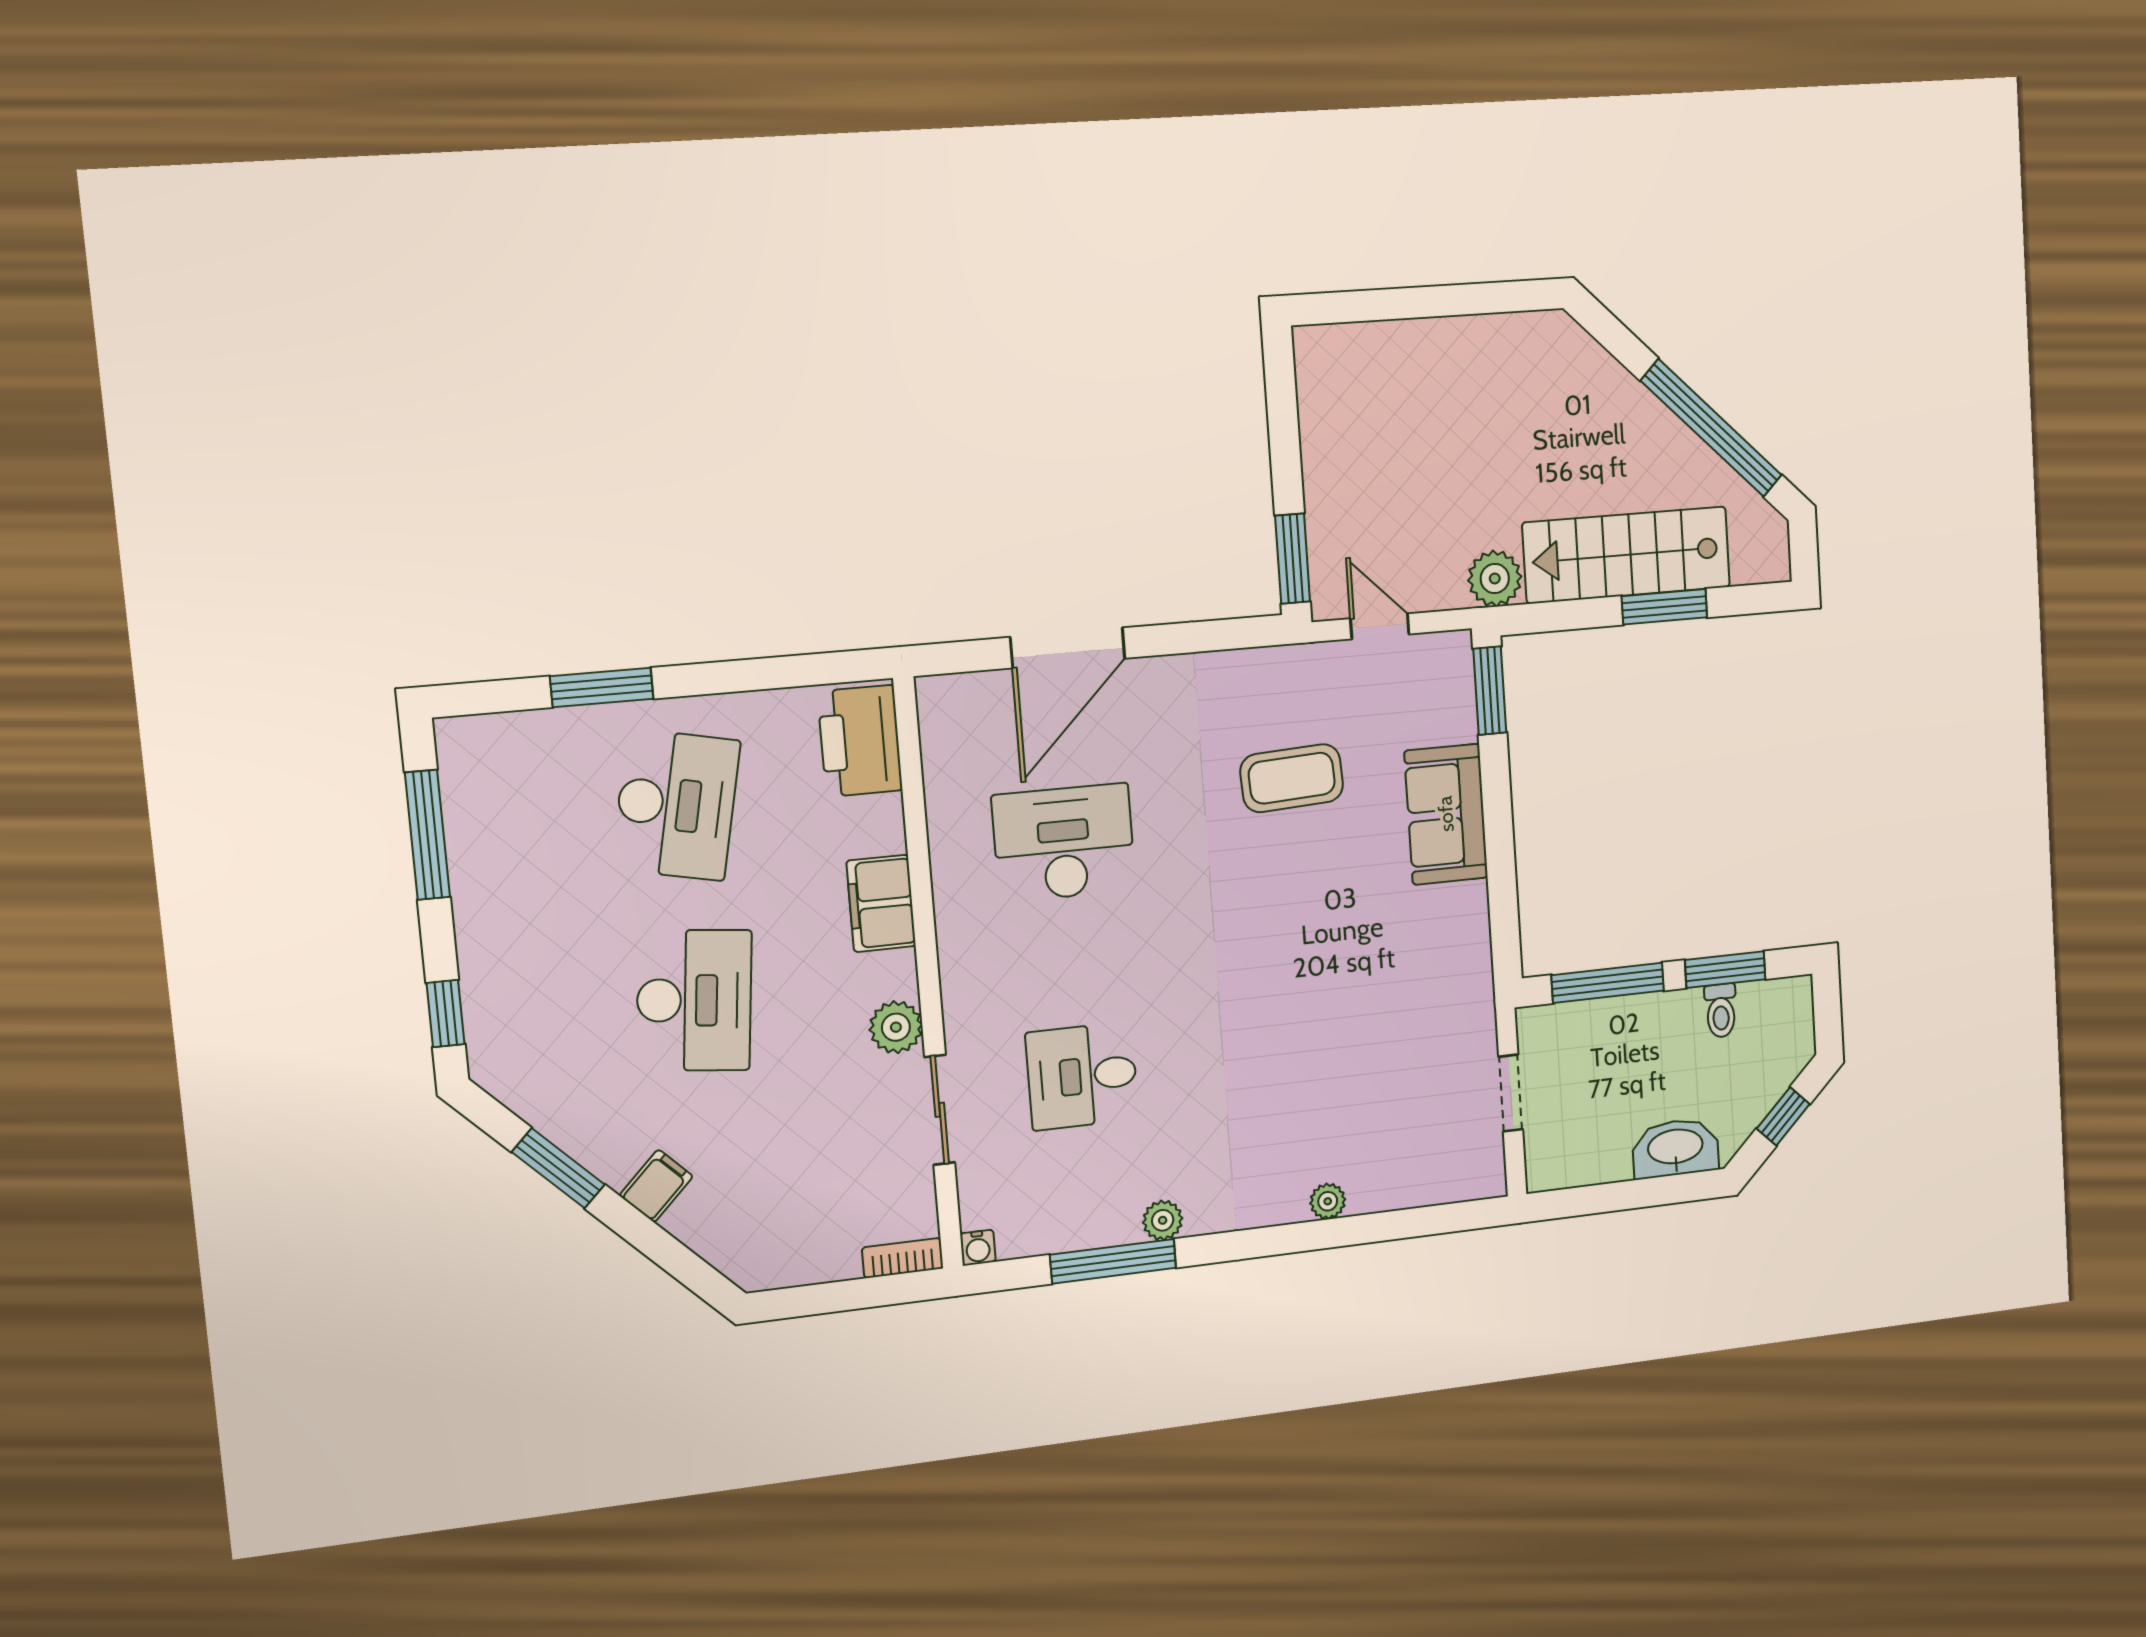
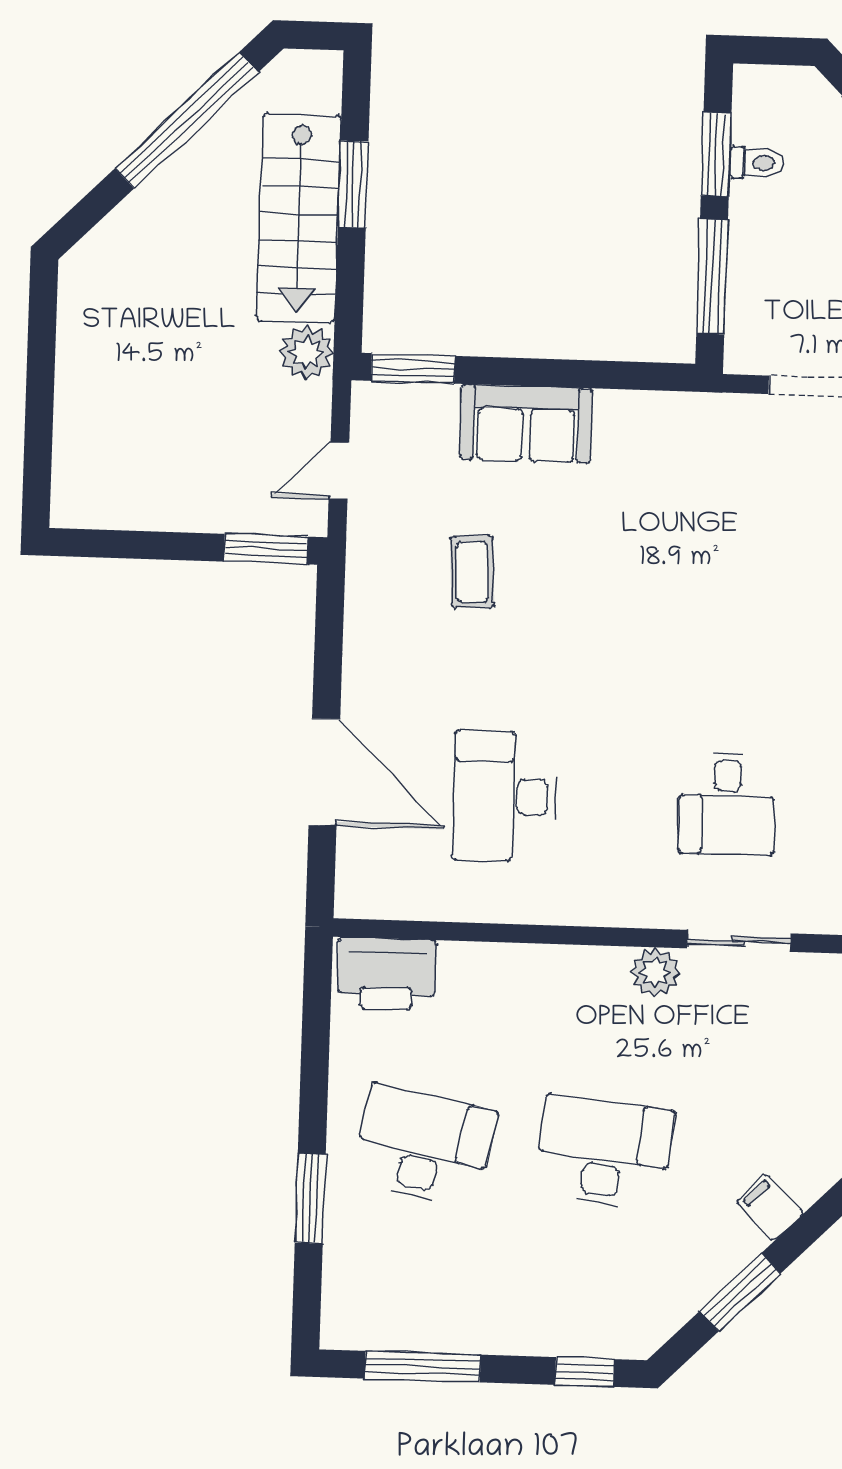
coffee table: (1292, 778) -> (472, 572), width x0.73, depth x0.77
filing cabinet: (881, 903) -> (539, 972), removed

